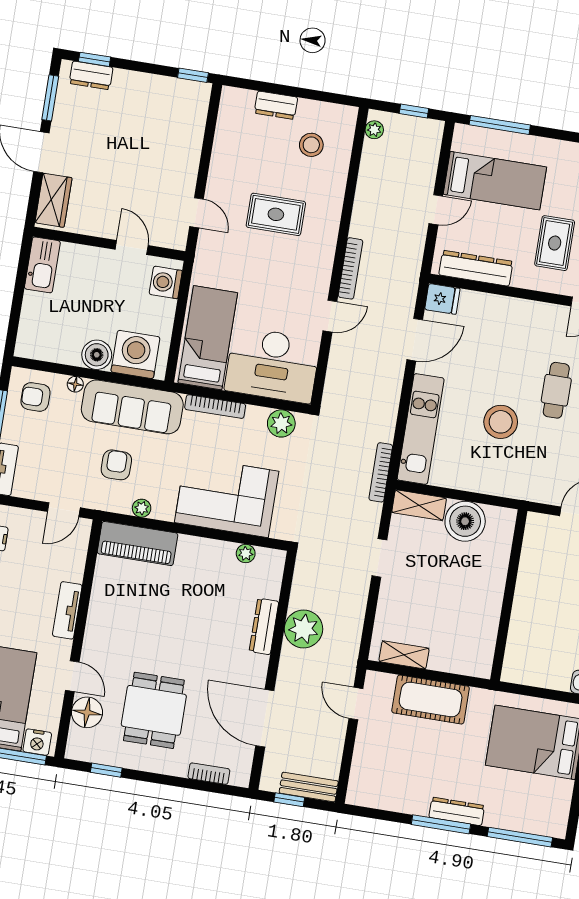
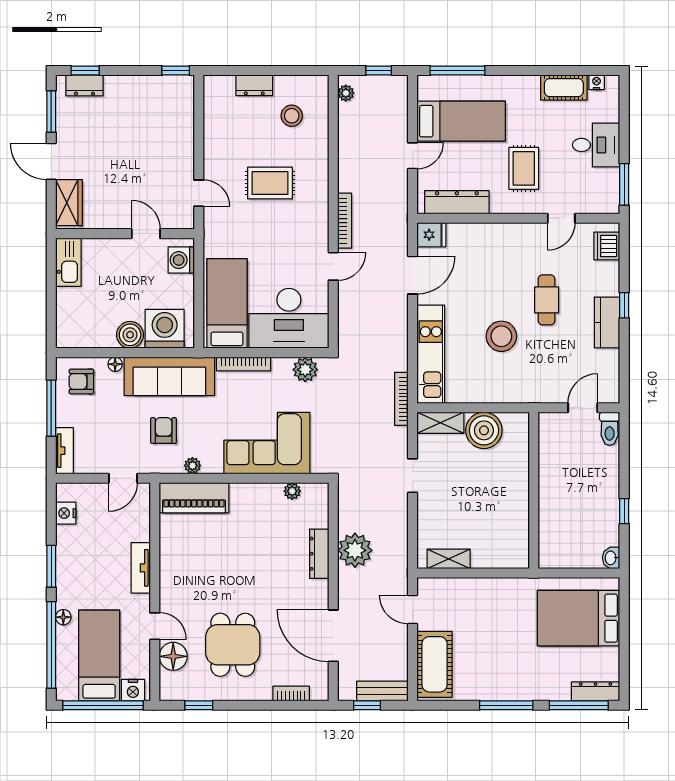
cot: (431, 700) -> (435, 664), moved, turned 90
dresser: (457, 811) -> (596, 691), moved

